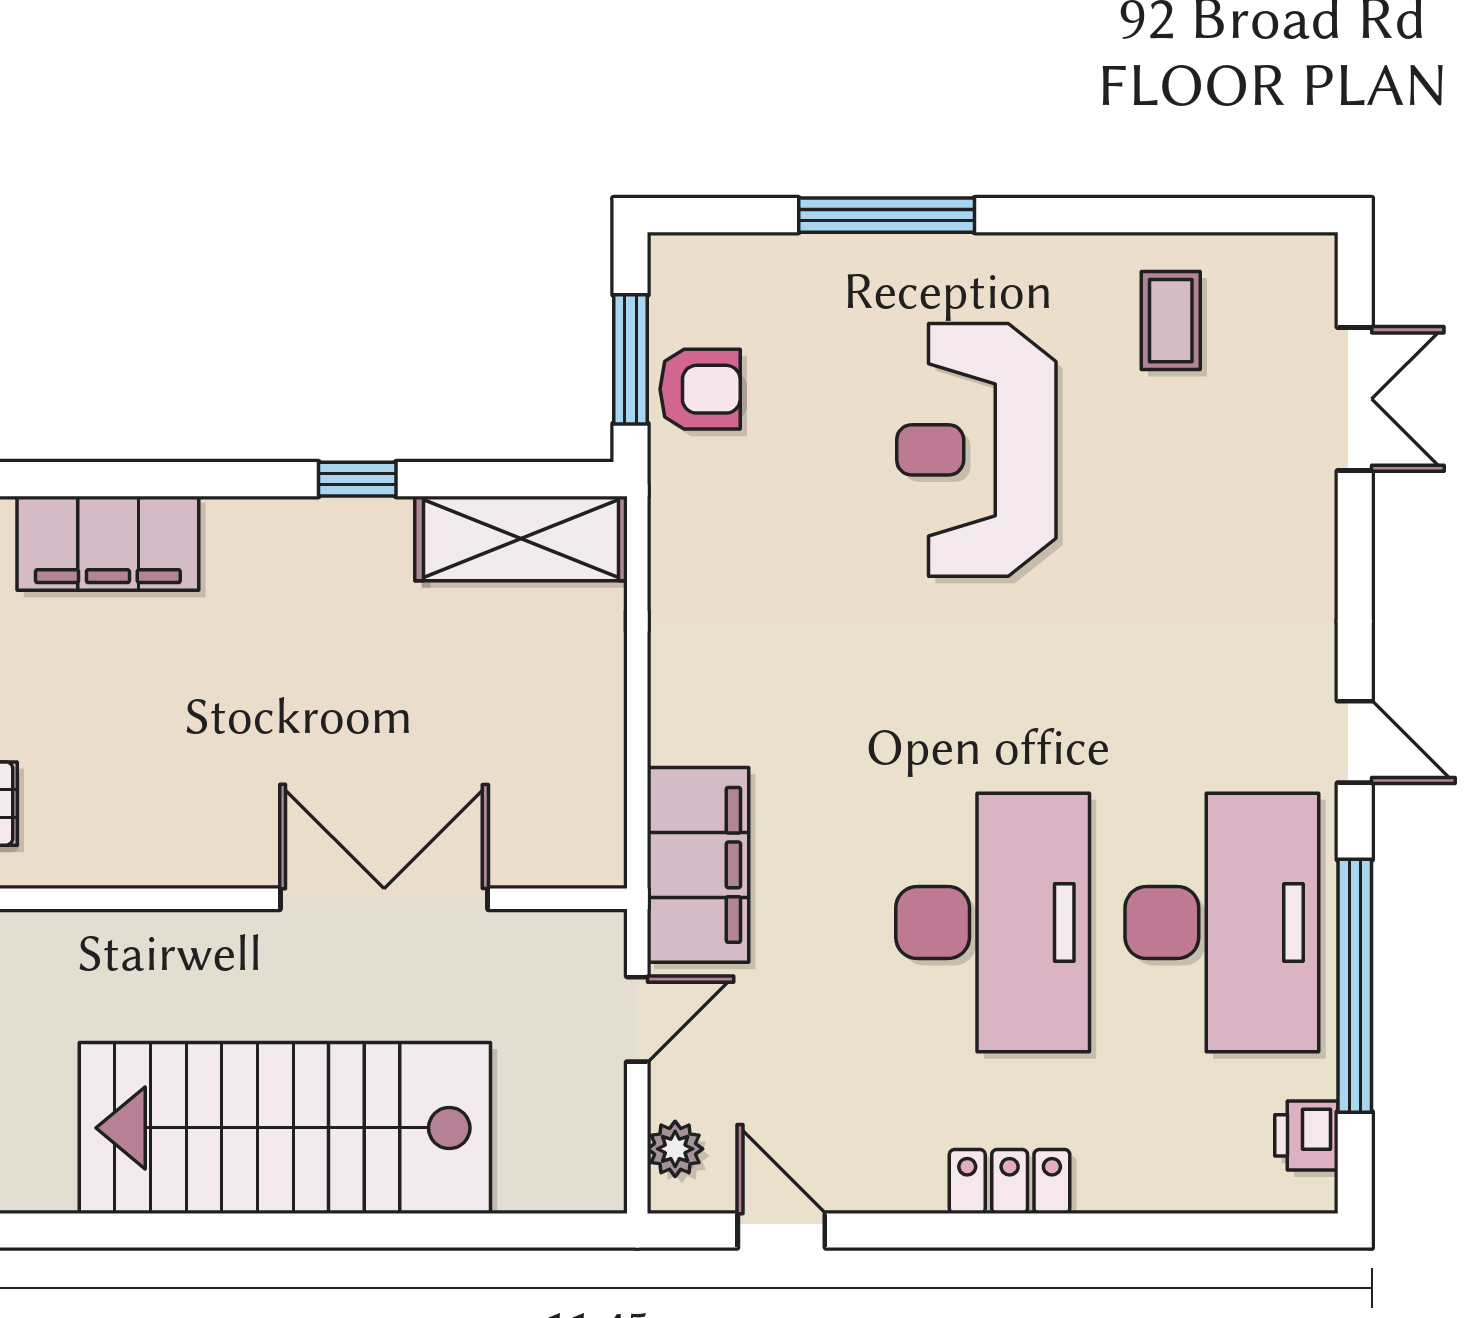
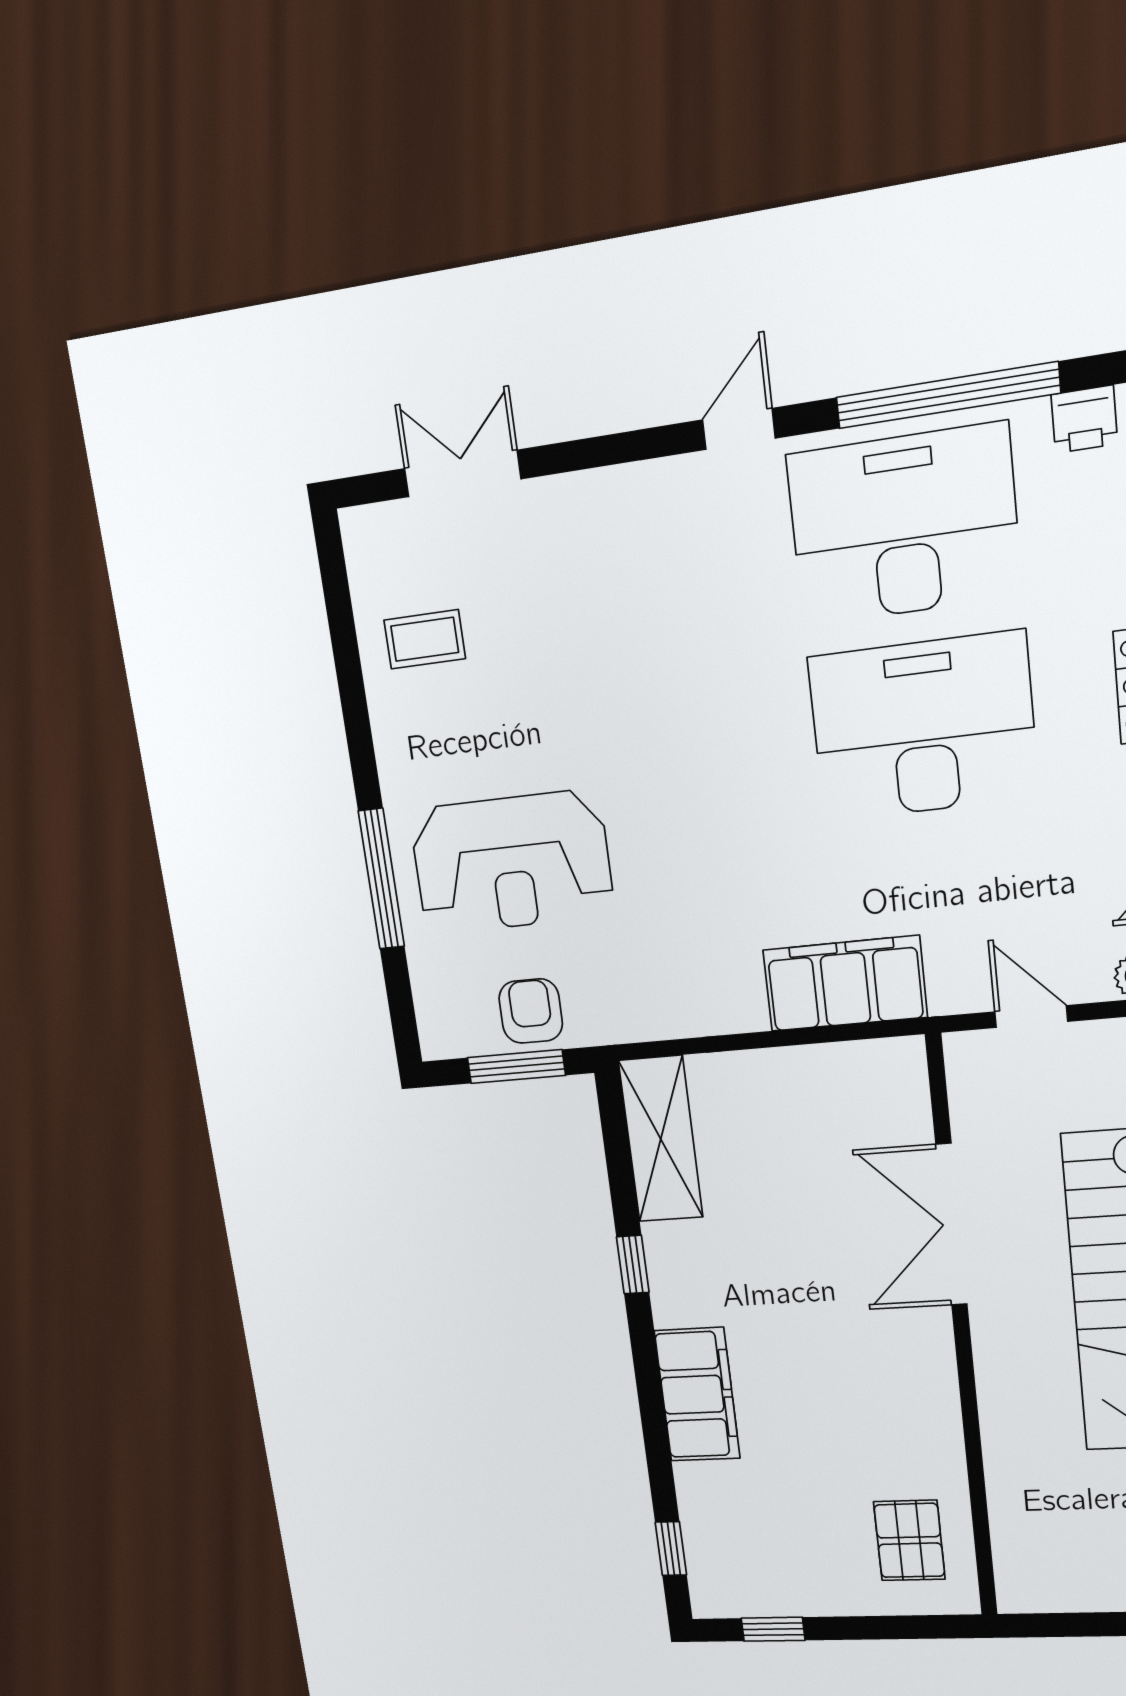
reception desk: (976, 450) -> (511, 862), moved
filing cabinet: (108, 543) -> (697, 1395), moved
filing cabinet: (698, 865) -> (845, 984), moved

